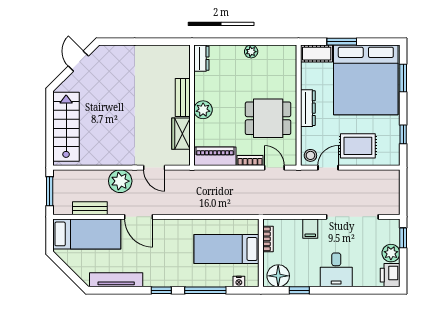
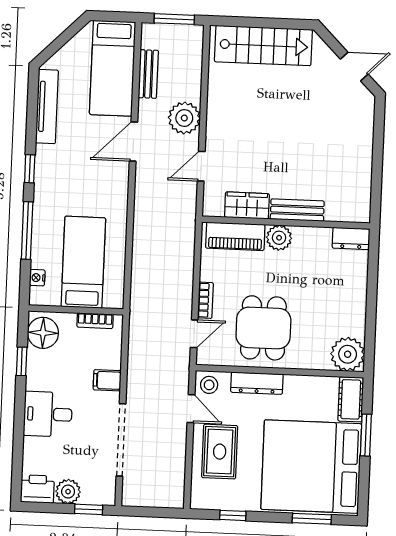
plant: (251, 52) -> (348, 354), moved, width x1.88, depth x1.88
dresser: (308, 108) -> (257, 383), moved
piano: (215, 156) -> (235, 236), moved, turned 90

